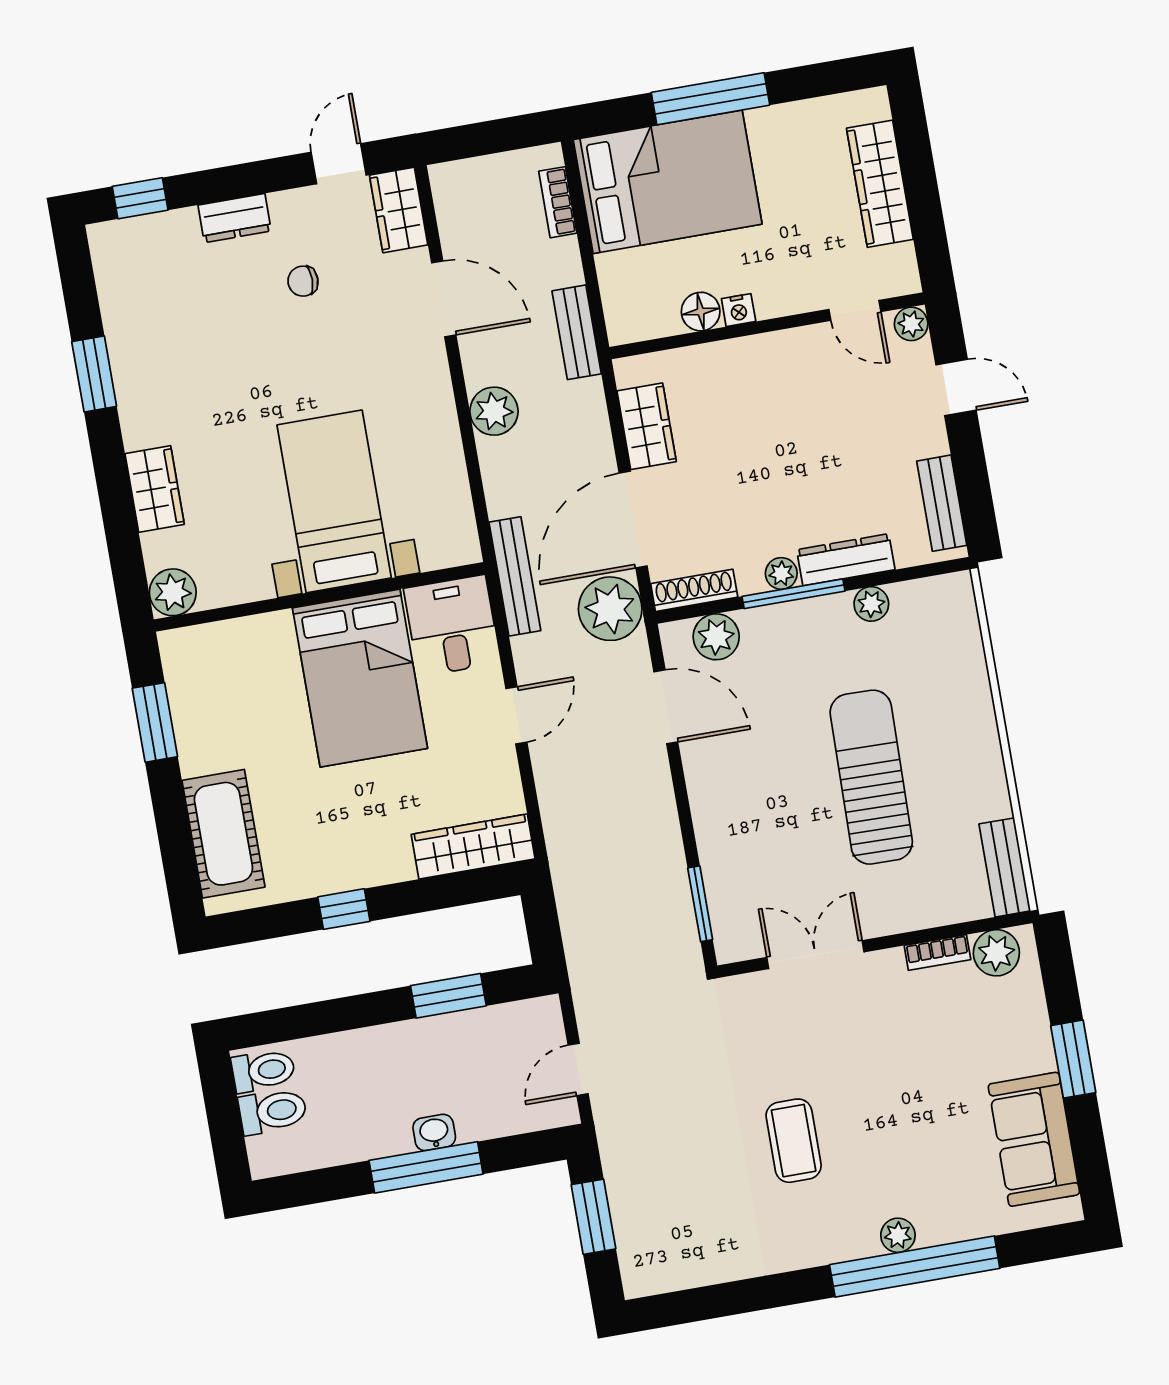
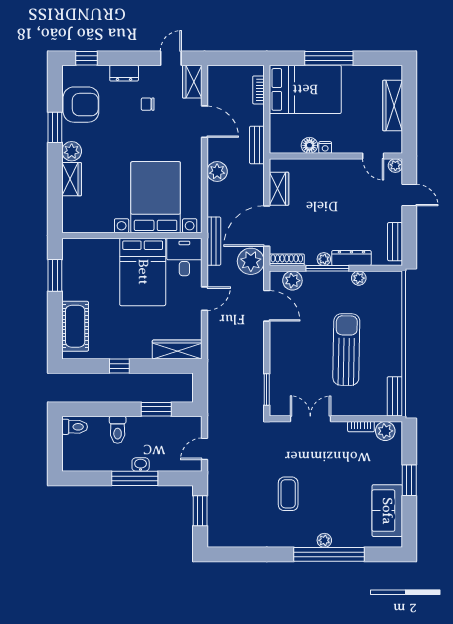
armchair: (146, 310) -> (81, 105), added
bed with nightstands: (334, 501) -> (156, 197), width x1.36
plant: (173, 592) -> (72, 151), moved
toilet: (273, 1111) -> (118, 430), moved, turned 90

